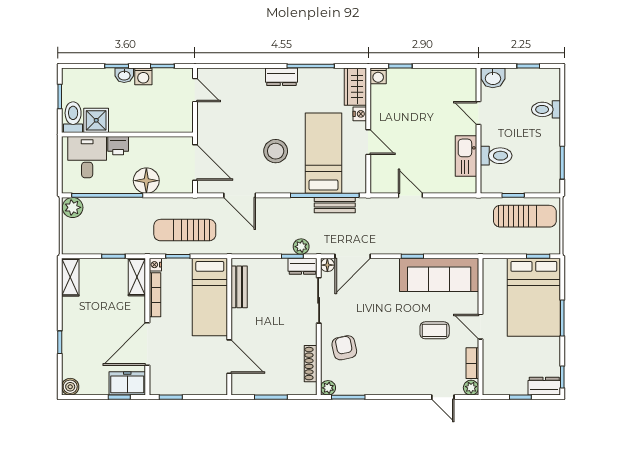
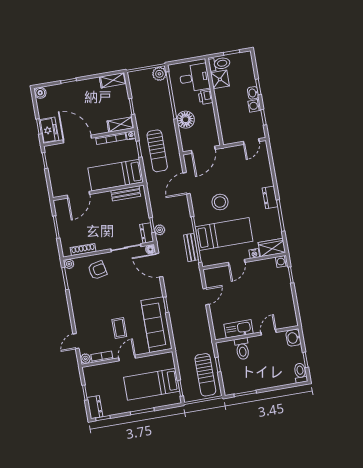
toilet: (546, 109) -> (300, 373), moved
sun lounger: (185, 230) -> (157, 151), turned 180
bed: (534, 297) -> (152, 384), width x0.67

